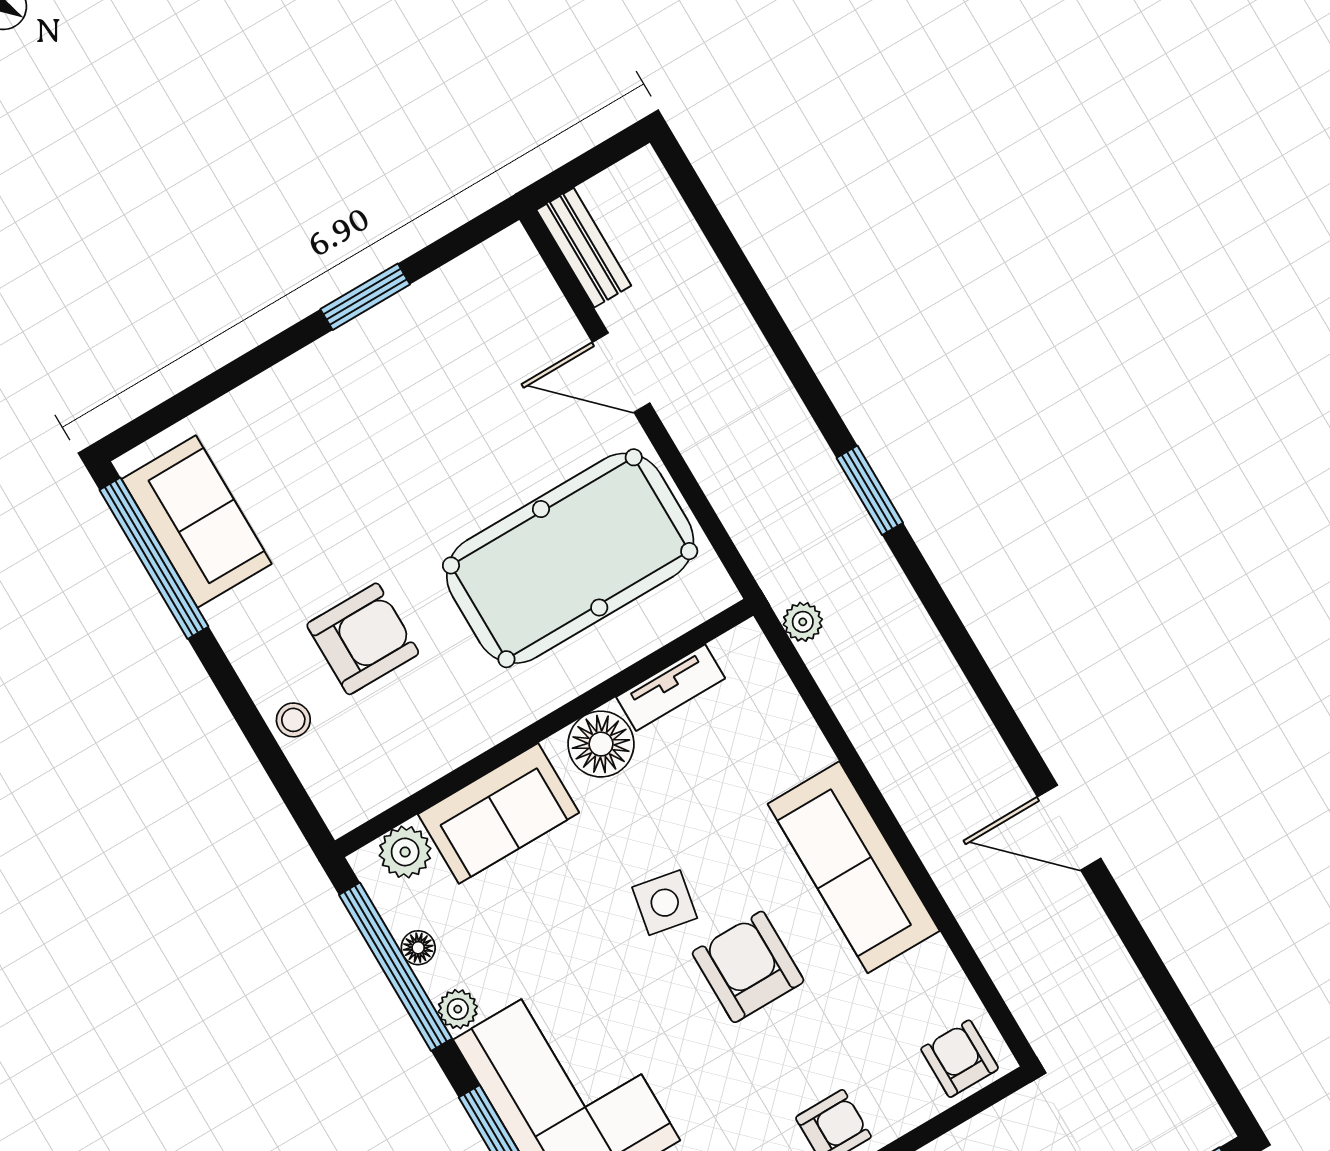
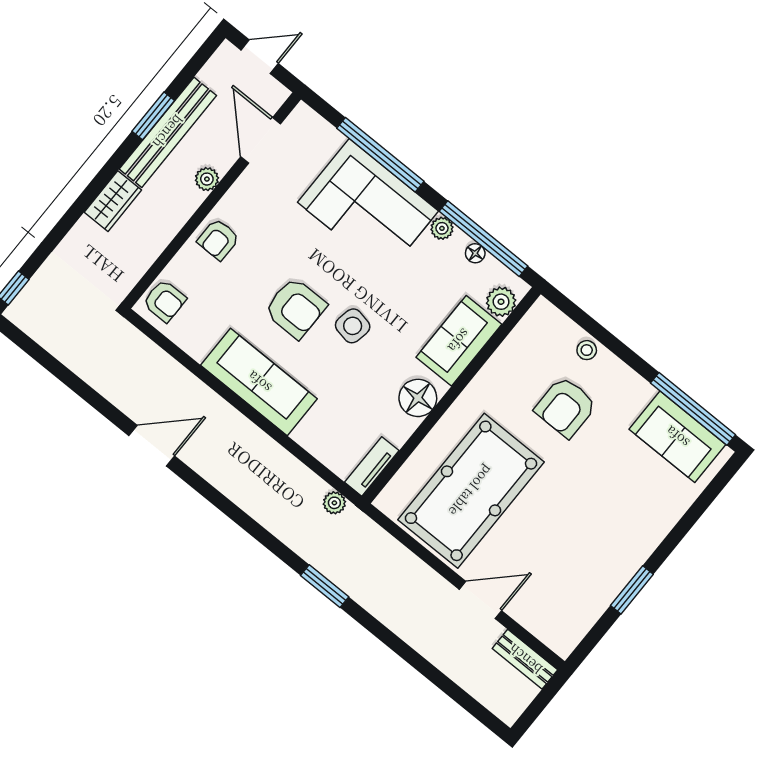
tv unit: (671, 688) -> (372, 466), moved

